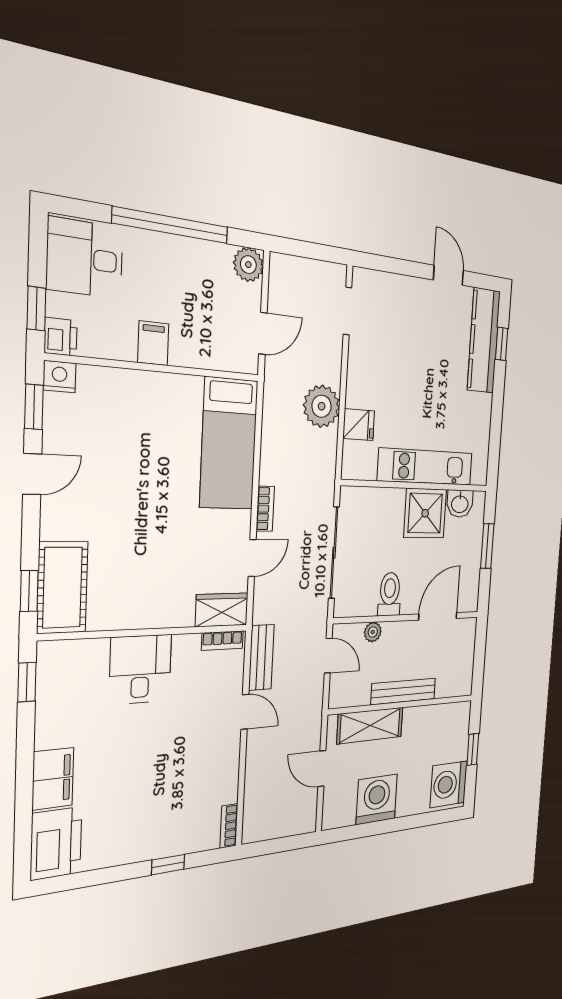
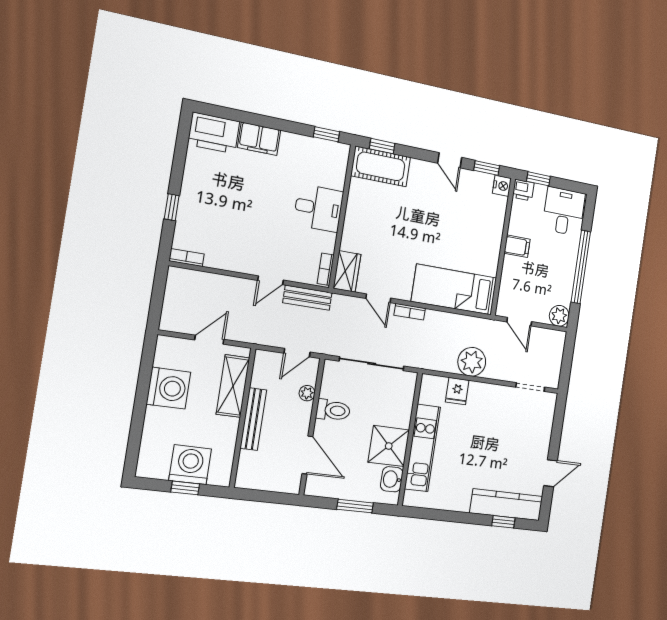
washing machine: (449, 784) -> (190, 465), moved

